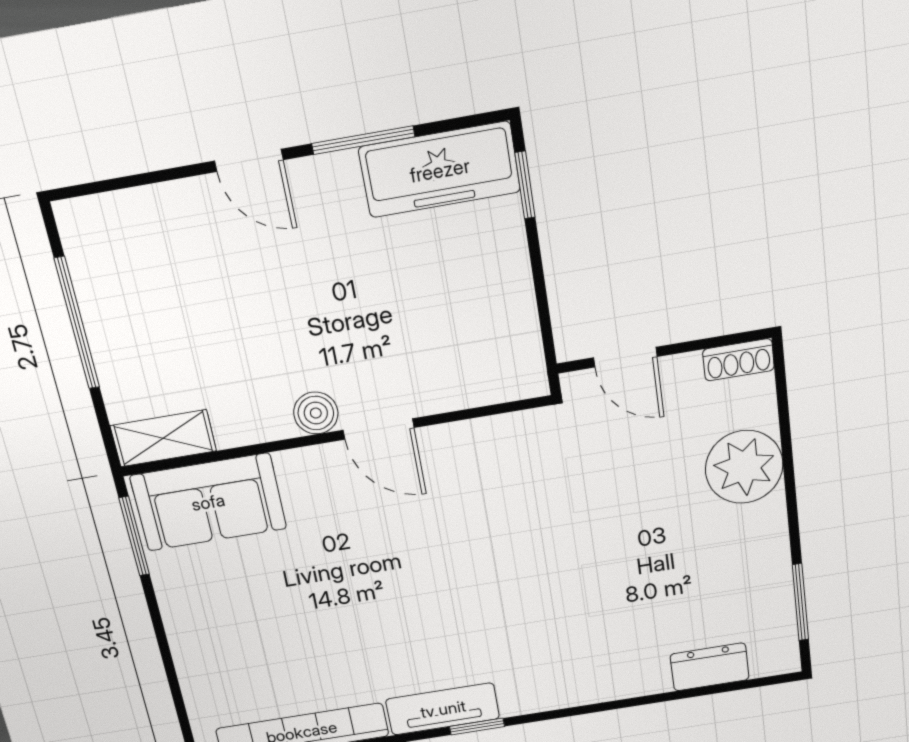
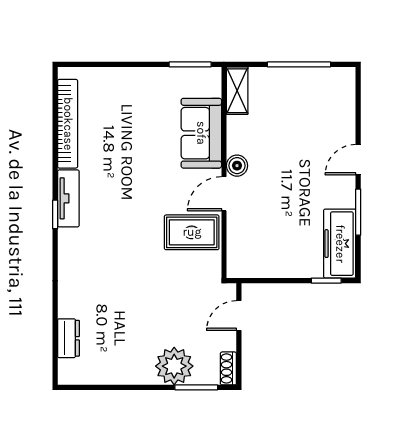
rug: (468, 478) -> (192, 232), added
sofa: (208, 502) -> (201, 133), moved
window: (800, 602) -> (196, 387), moved

